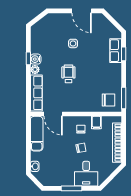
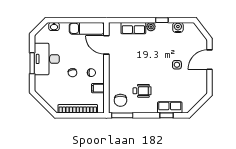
door: (82, 11) -> (210, 60), moved
water cooler: (36, 59) -> (178, 27), moved
wheelchair: (68, 74) -> (142, 91), moved
row of seats: (36, 93) -> (133, 28), width x0.68
door: (53, 114) -> (106, 45), hinge flipped
desk: (86, 174) -> (47, 59), moved, width x1.37

